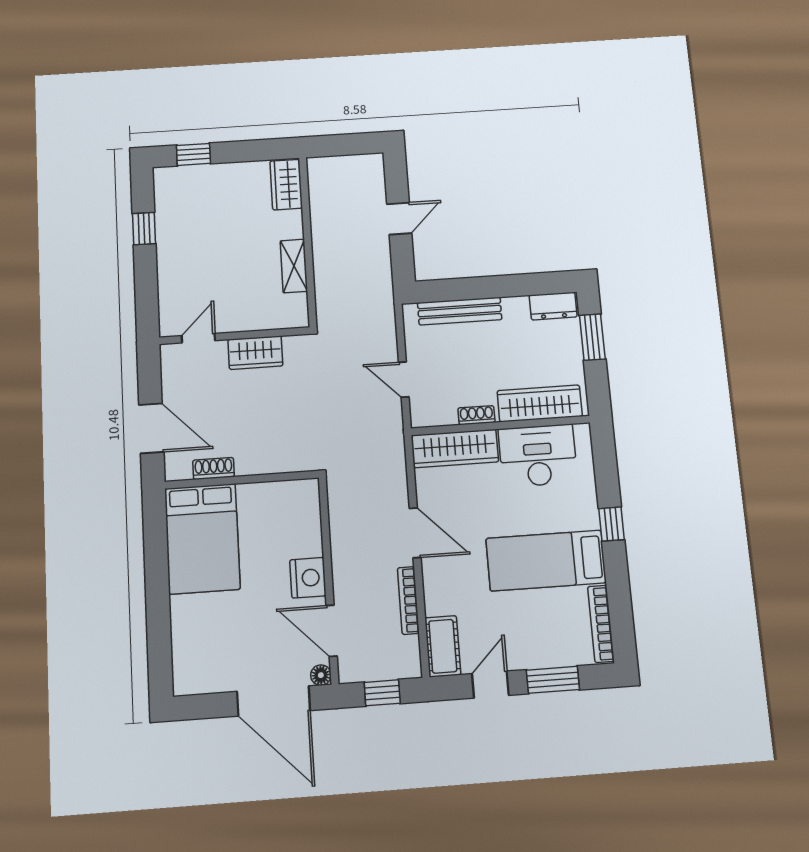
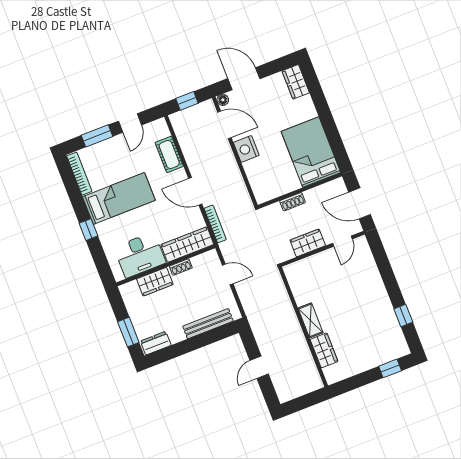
wardrobe: (286, 185) -> (324, 350), moved
wall: (235, 336) -> (323, 249), moved
door: (198, 338) -> (343, 241), moved
wardrobe: (255, 353) -> (308, 243), moved
wardrobe: (540, 403) -> (155, 282), width x0.67
shoe rack: (213, 468) -> (293, 202), moved
bookcase: (408, 600) -> (215, 224), moved
cot: (443, 646) -> (169, 154), moved
wardrobe: (188, 667) -> (296, 82), added
door: (274, 701) -> (244, 79), width x0.73

